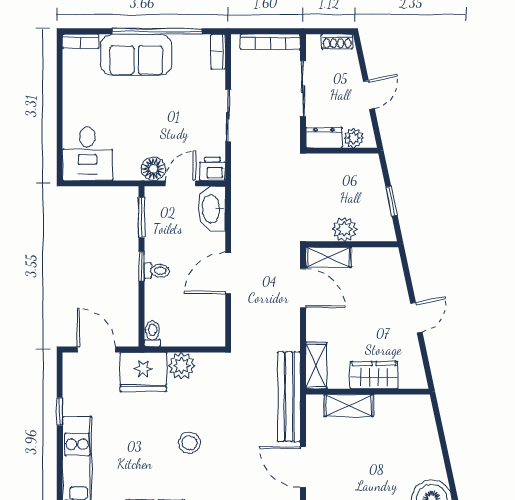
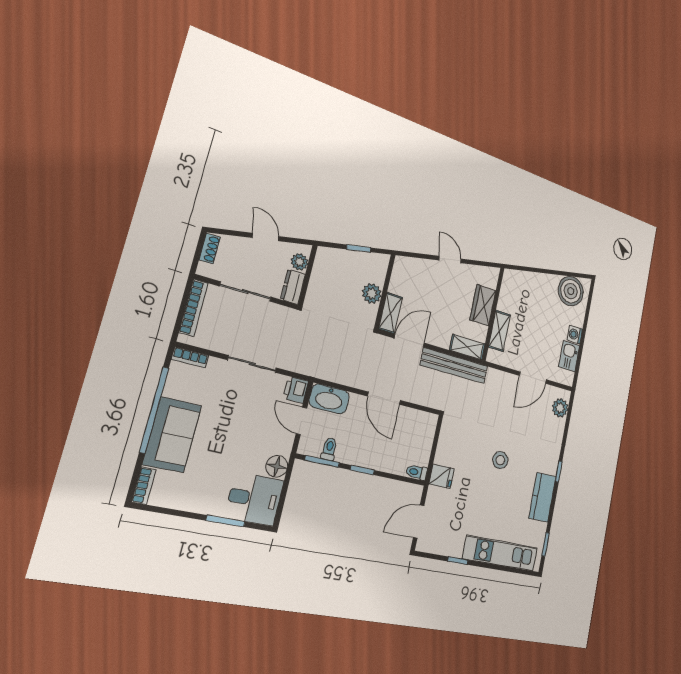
window: (60, 130) -> (226, 521), added
floor lamp: (153, 169) -> (277, 466), moved
toilet: (157, 271) -> (329, 449), moved
plant: (182, 366) -> (445, 454), removed
fridge: (143, 372) -> (442, 476), width x0.53, depth x0.75
bench: (289, 397) -> (454, 366), moved

